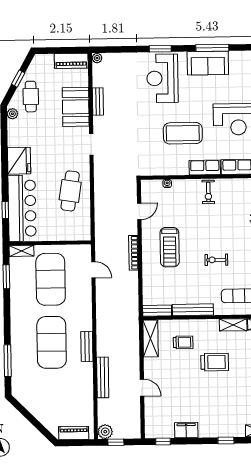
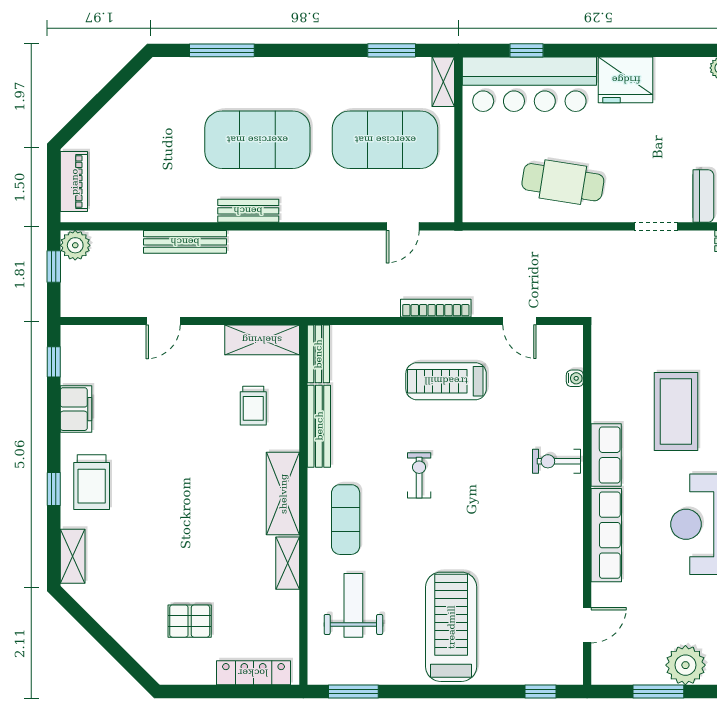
shelving: (233, 325) -> (283, 494), width x1.50, depth x1.33
trolley: (215, 362) -> (92, 482), moved

